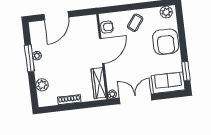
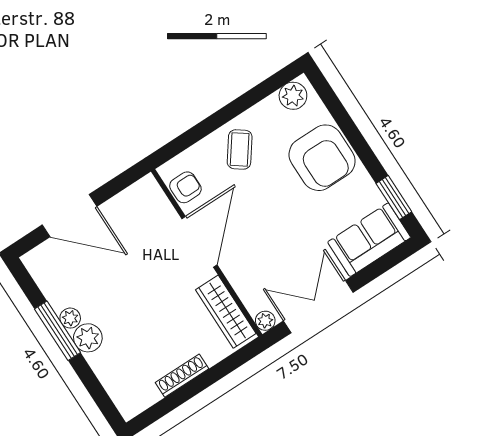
door: (56, 16) -> (69, 216), hinge flipped
plant: (42, 85) -> (88, 338), moved

